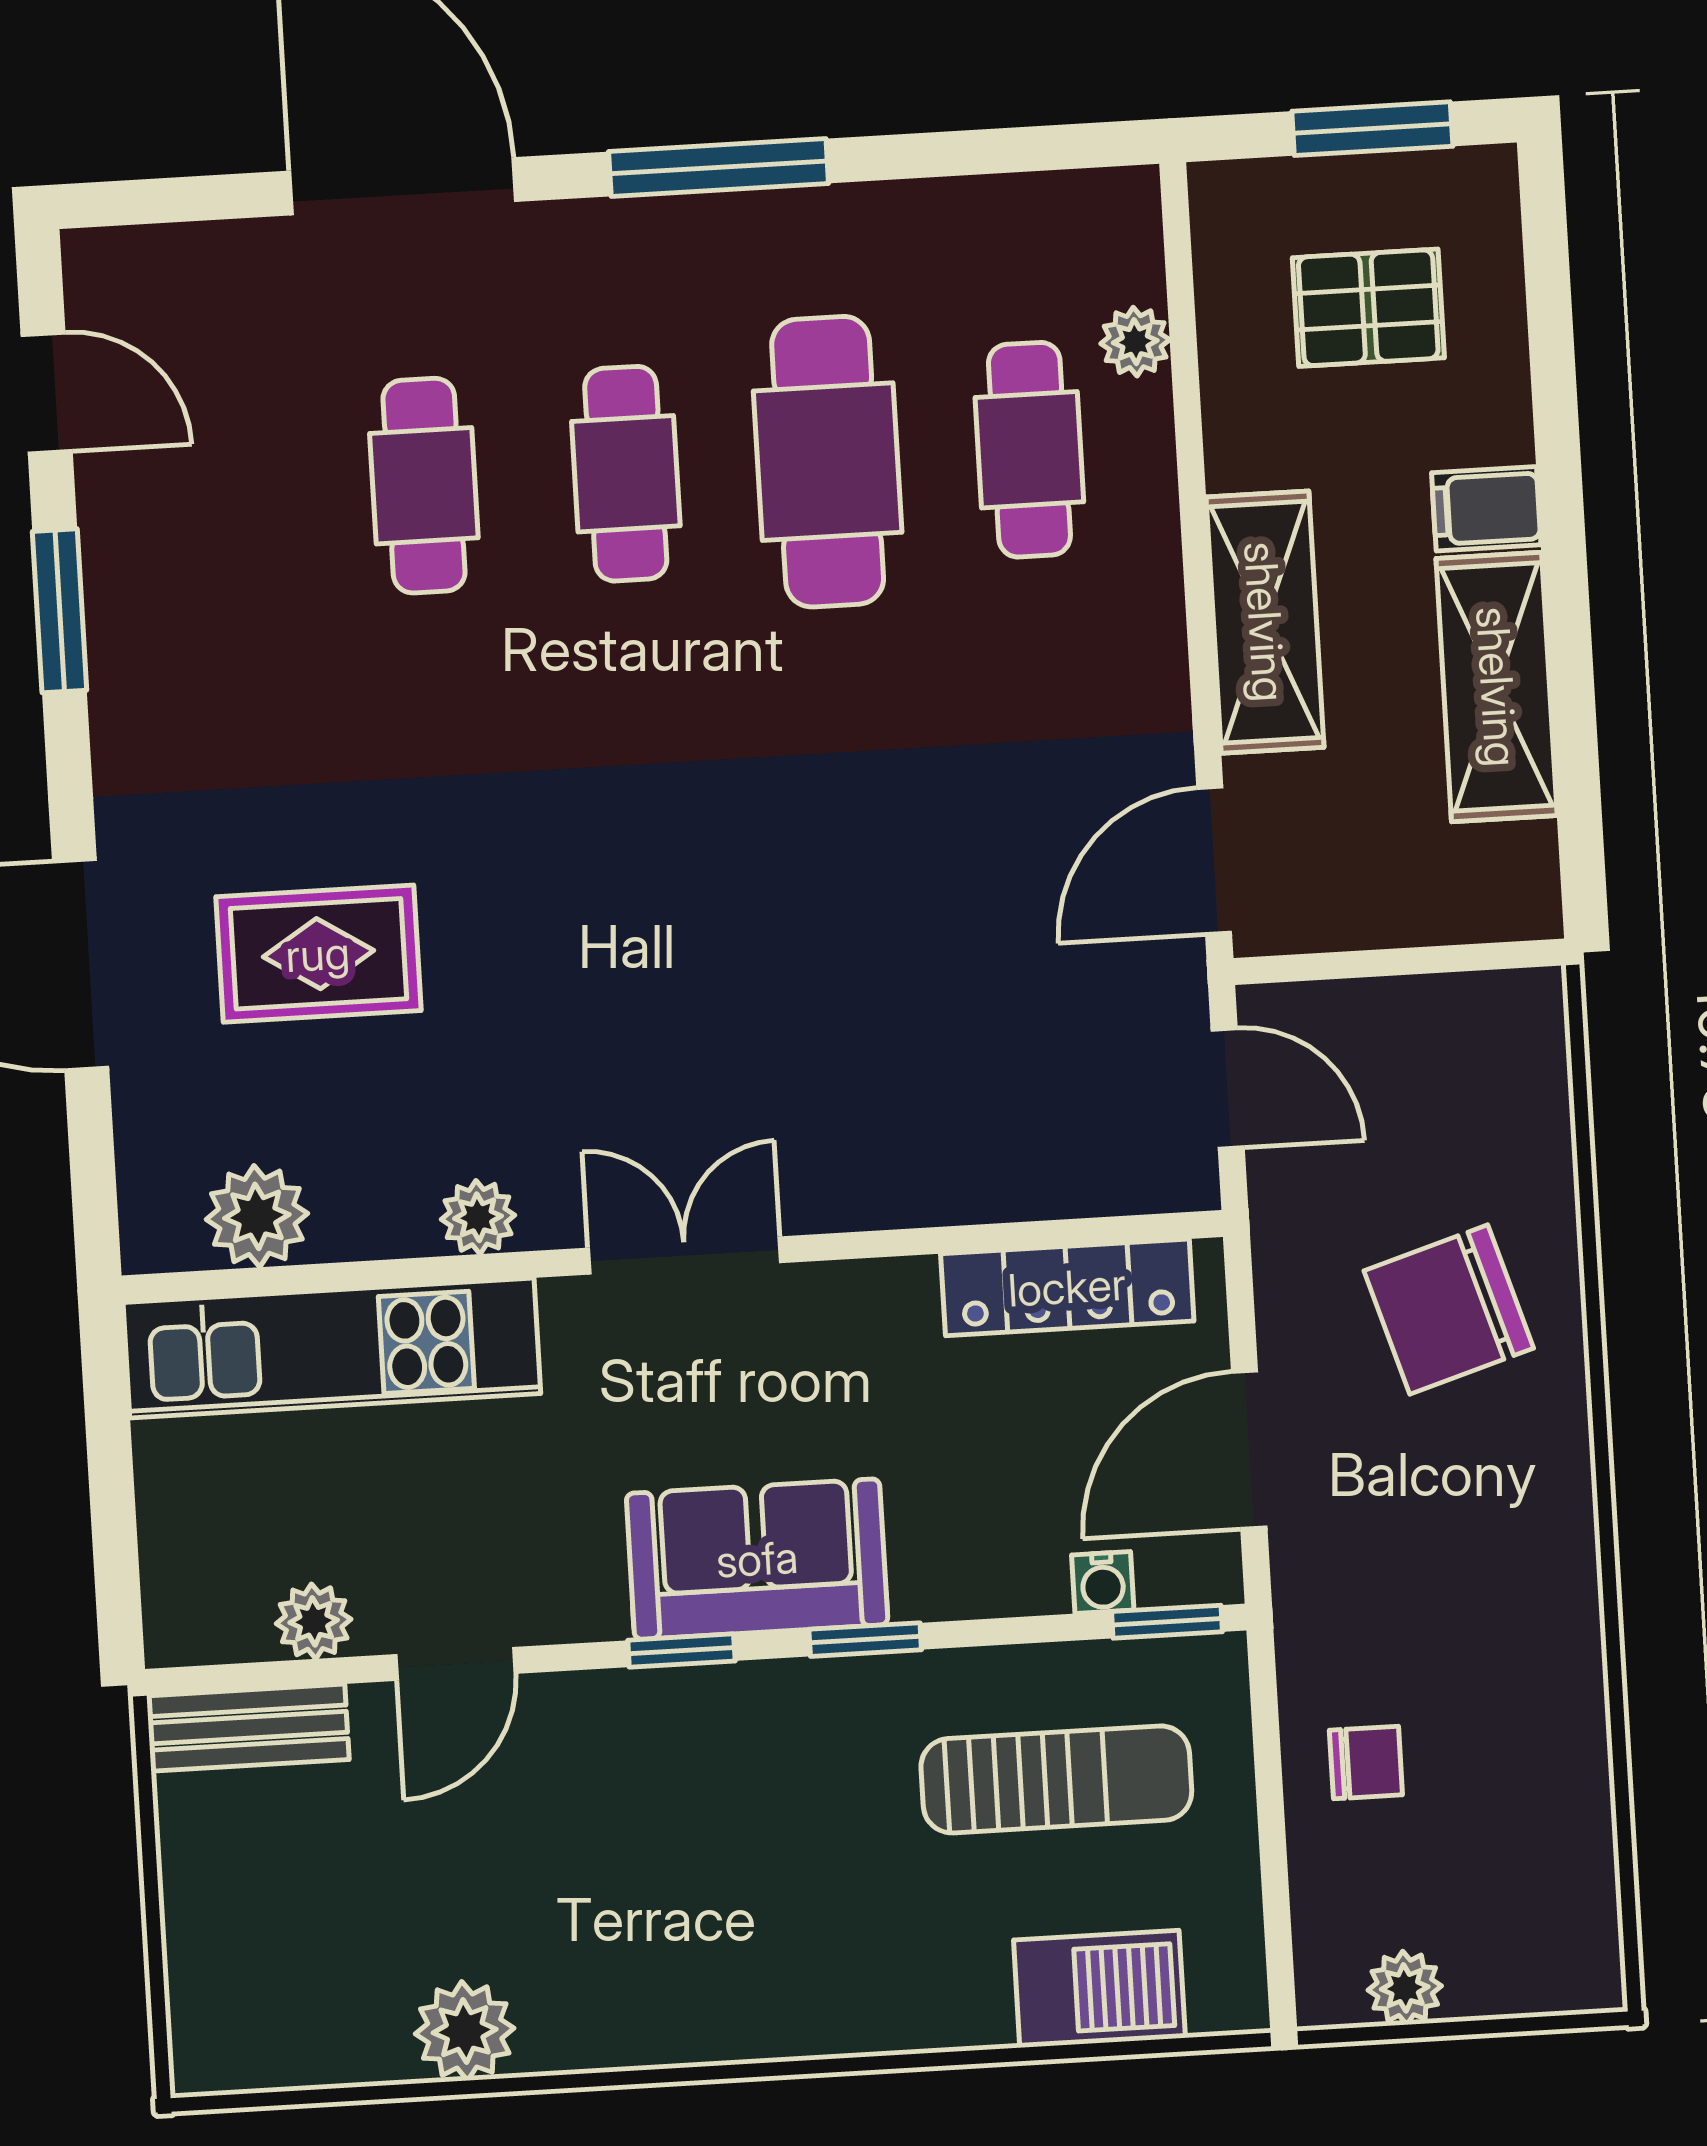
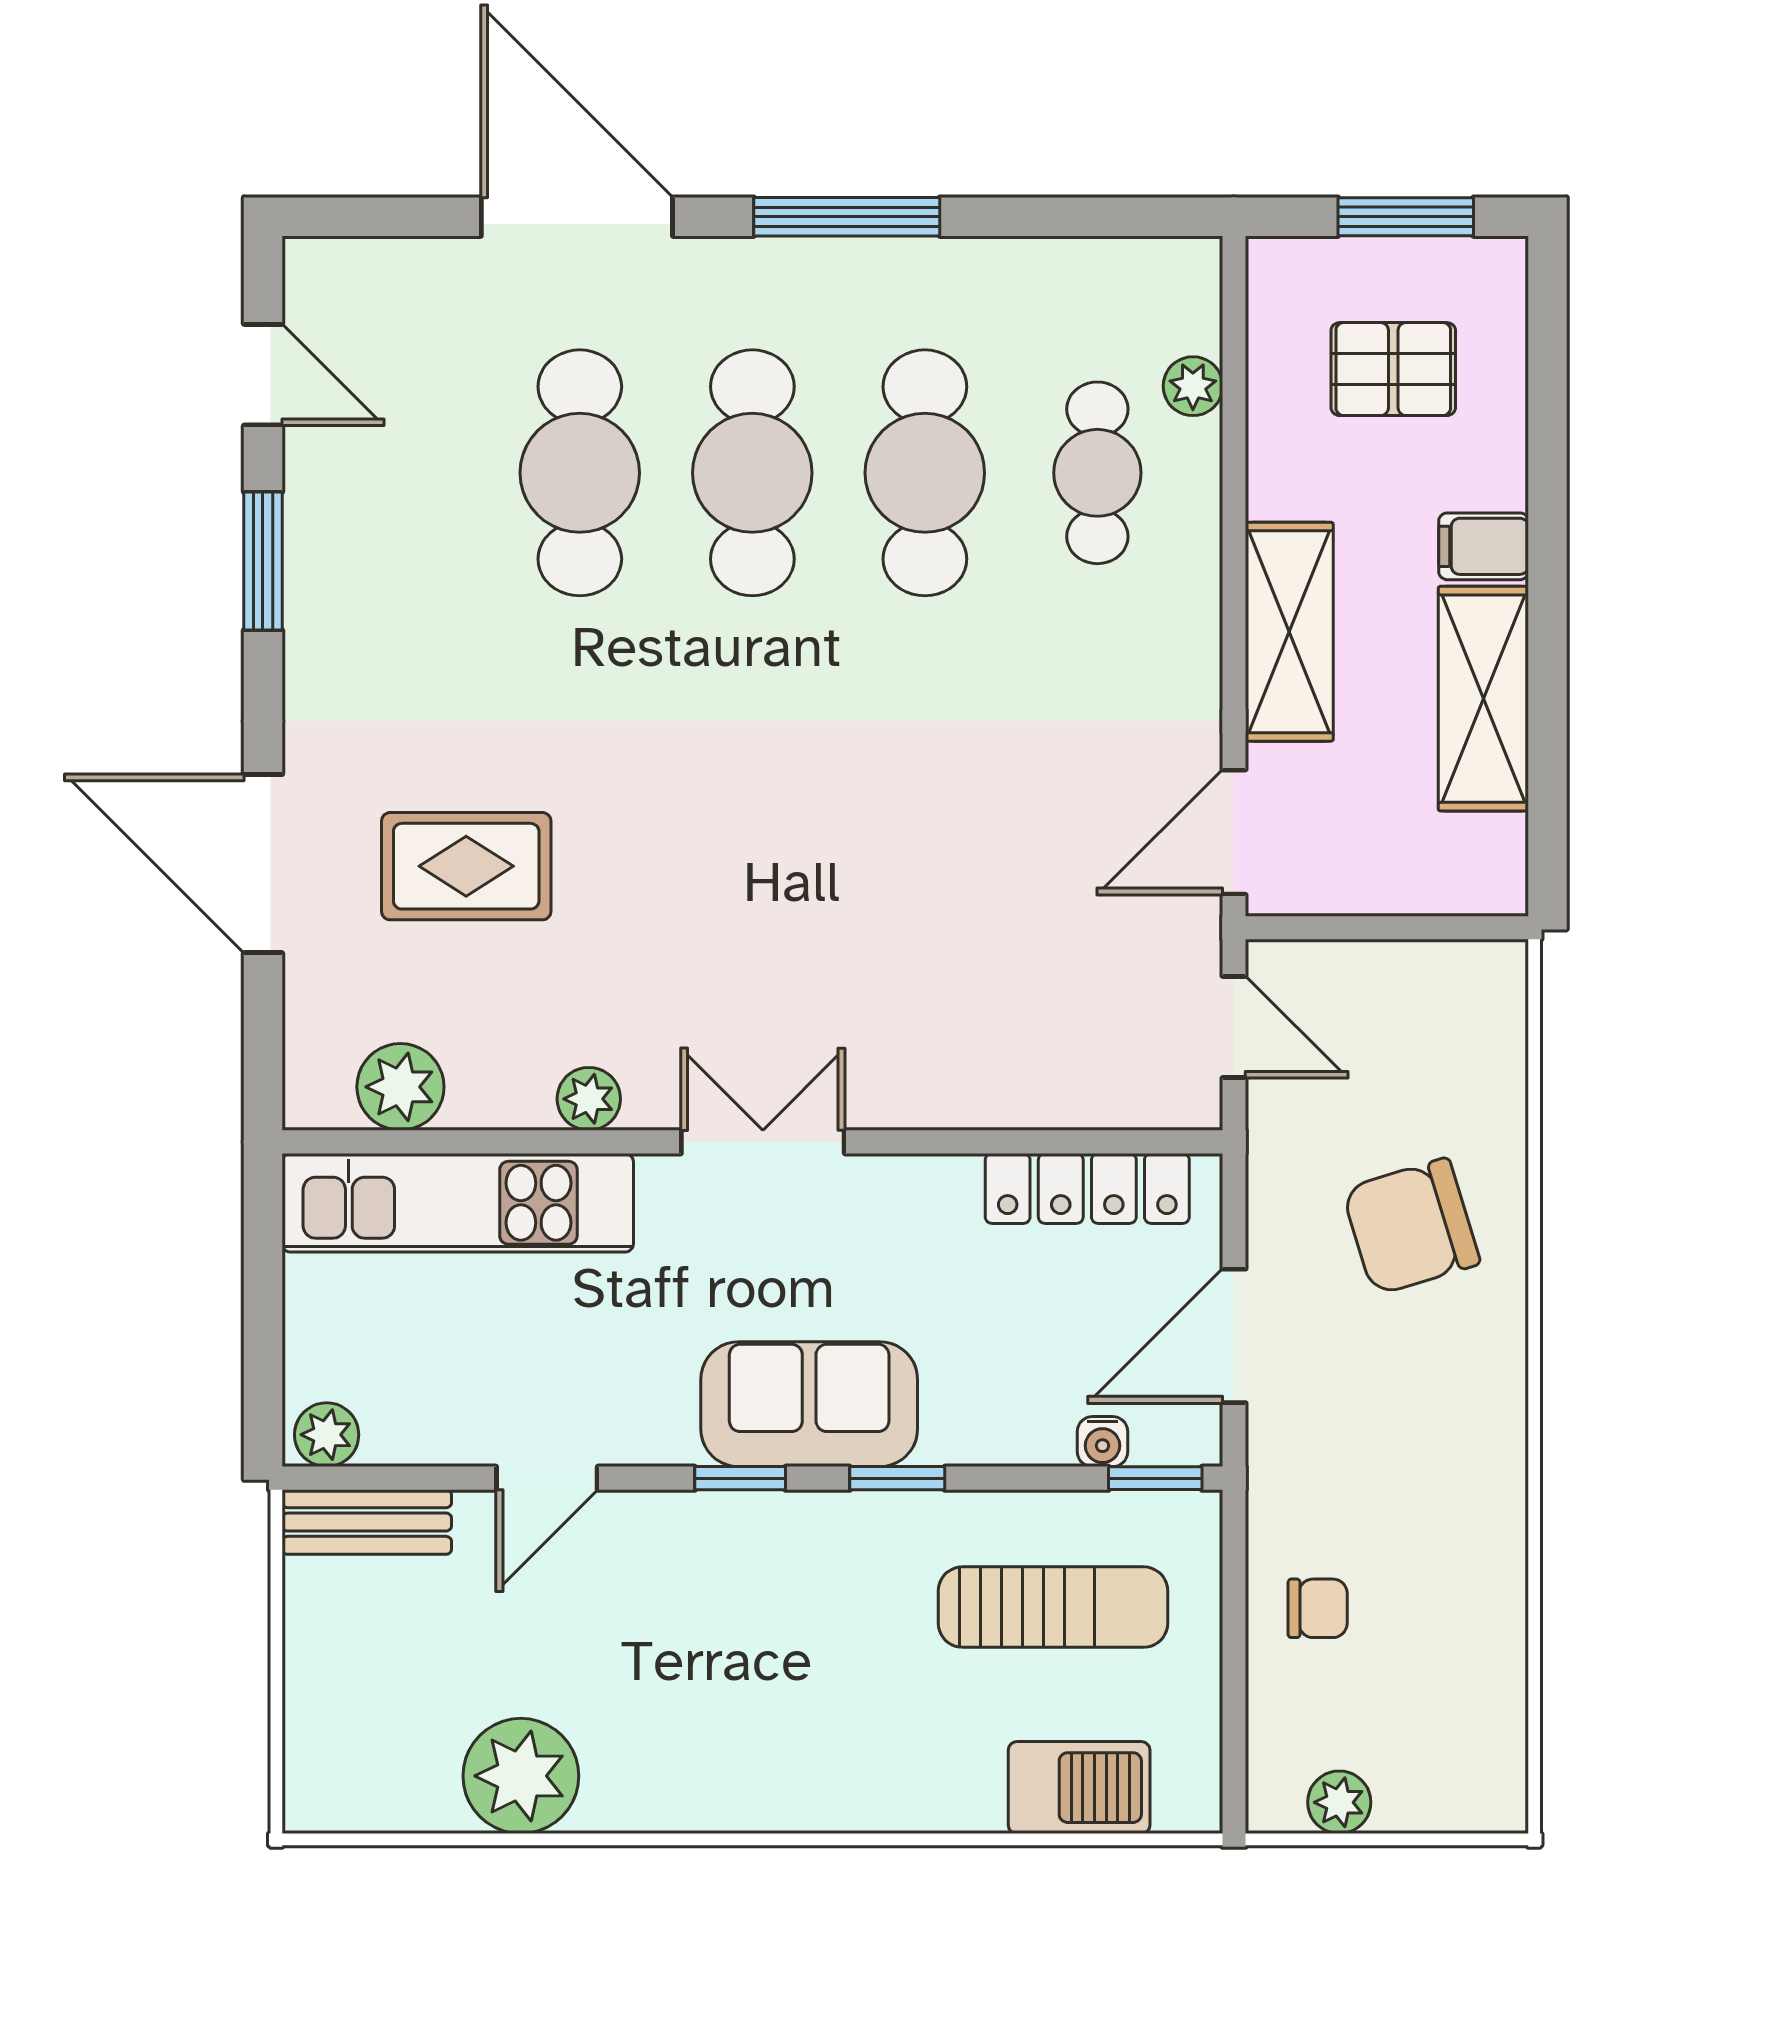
cafe table: (626, 474) -> (752, 473), width x1.37, depth x1.35
cafe table: (424, 486) -> (580, 473), width x1.37, depth x1.35
plant: (314, 1621) -> (327, 1435), moved
plant: (465, 2031) -> (521, 1776), width x1.36, depth x1.36

